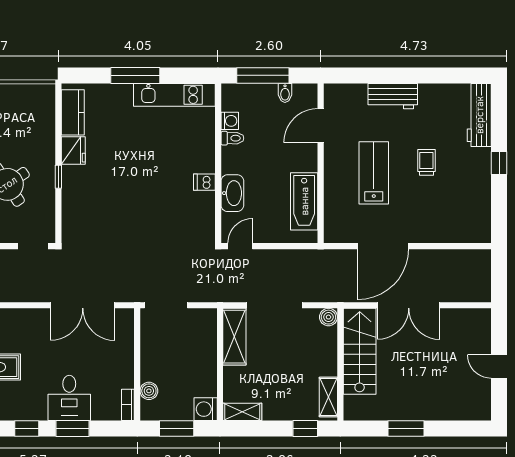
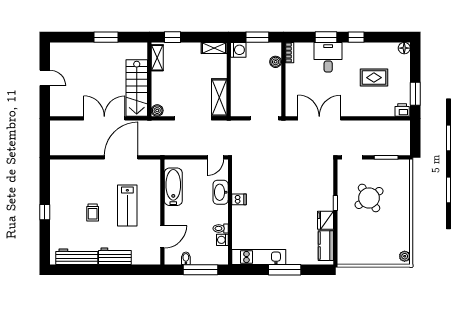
workbench: (479, 115) -> (77, 257), moved, turned -90

